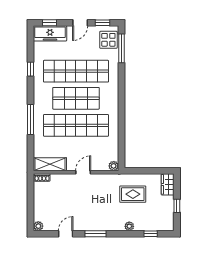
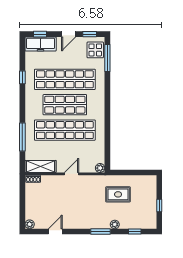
window: (31, 119) -> (22, 137), moved
wardrobe: (168, 184) -> (151, 185), removed
window: (96, 234) -> (101, 232), moved

